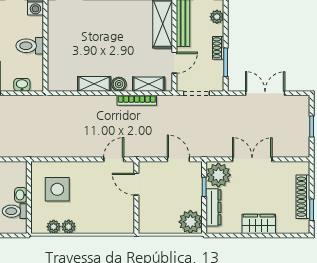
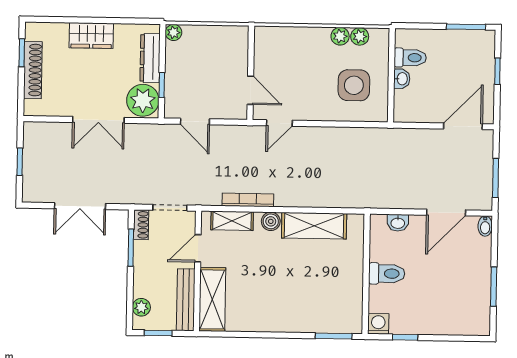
shoe rack: (218, 48) -> (141, 225), moved
shelving: (94, 84) -> (314, 226), width x1.50, depth x1.33
plant: (190, 222) -> (173, 32), width x0.53, depth x0.53

